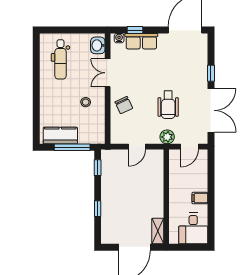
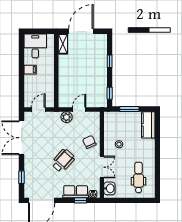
window: (211, 73) -> (21, 177), moved
wheelchair: (168, 105) -> (63, 161), moved, turned 42
kitchen counter: (60, 136) -> (148, 125), moved, turned 90
plant: (167, 137) -> (67, 117), moved
window: (72, 147) -> (129, 109), width x0.69

